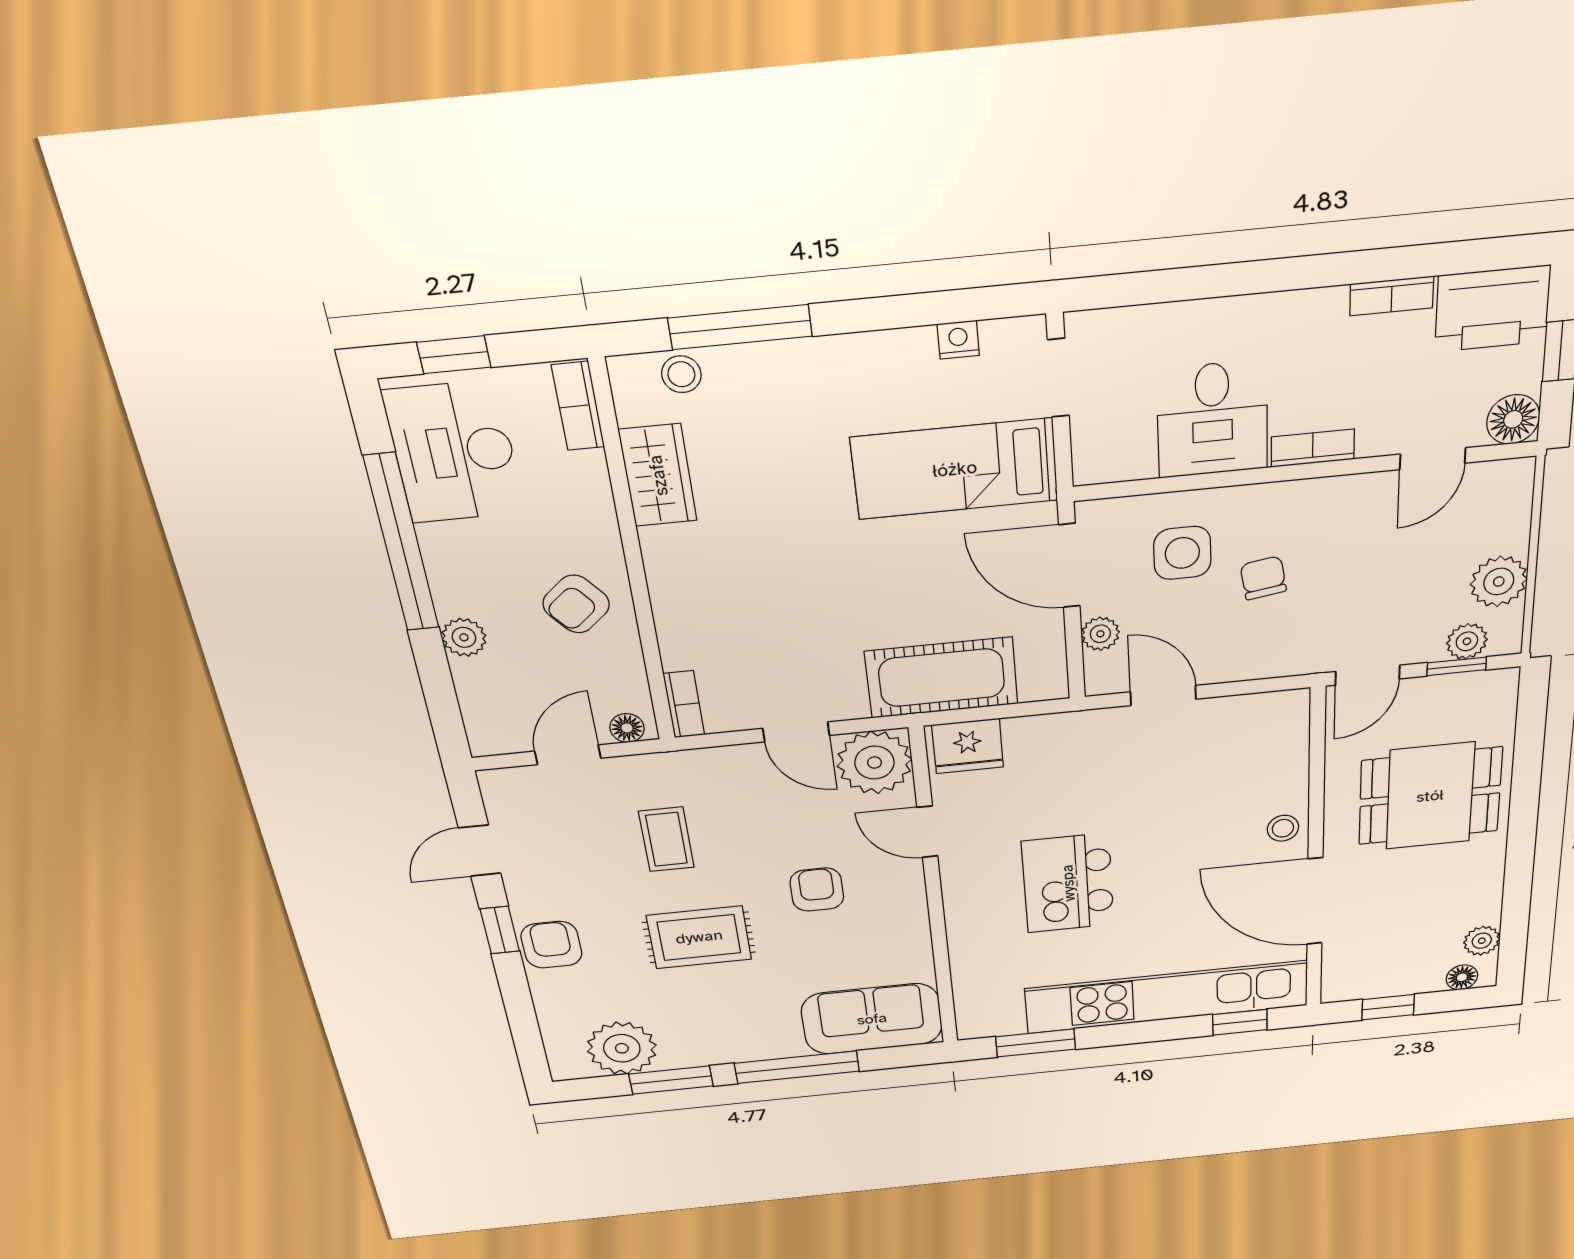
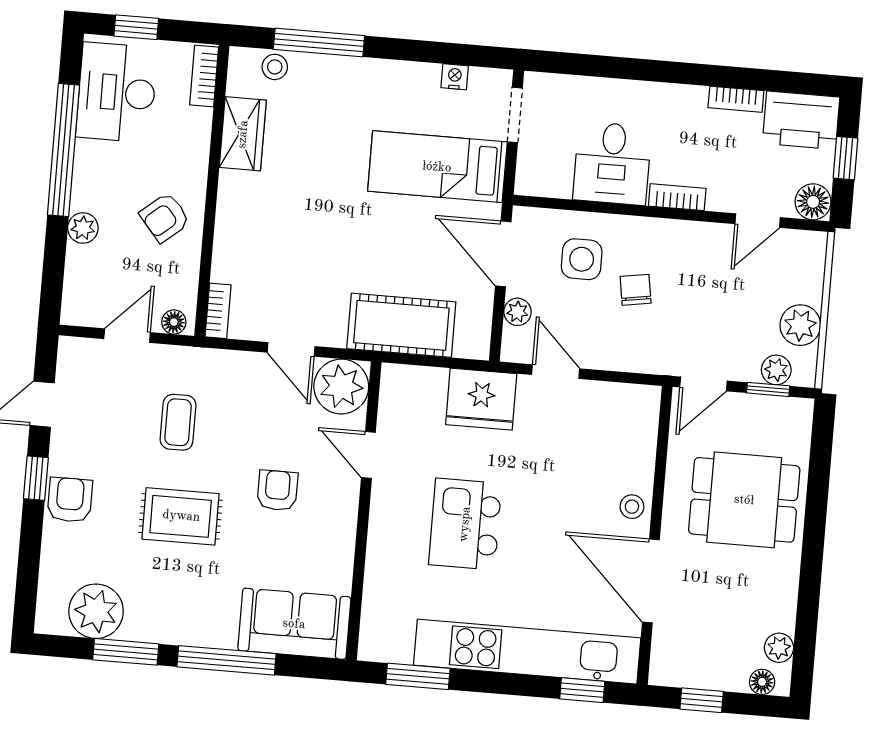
fridge: (968, 746) -> (481, 399), moved, width x1.36, depth x1.34

